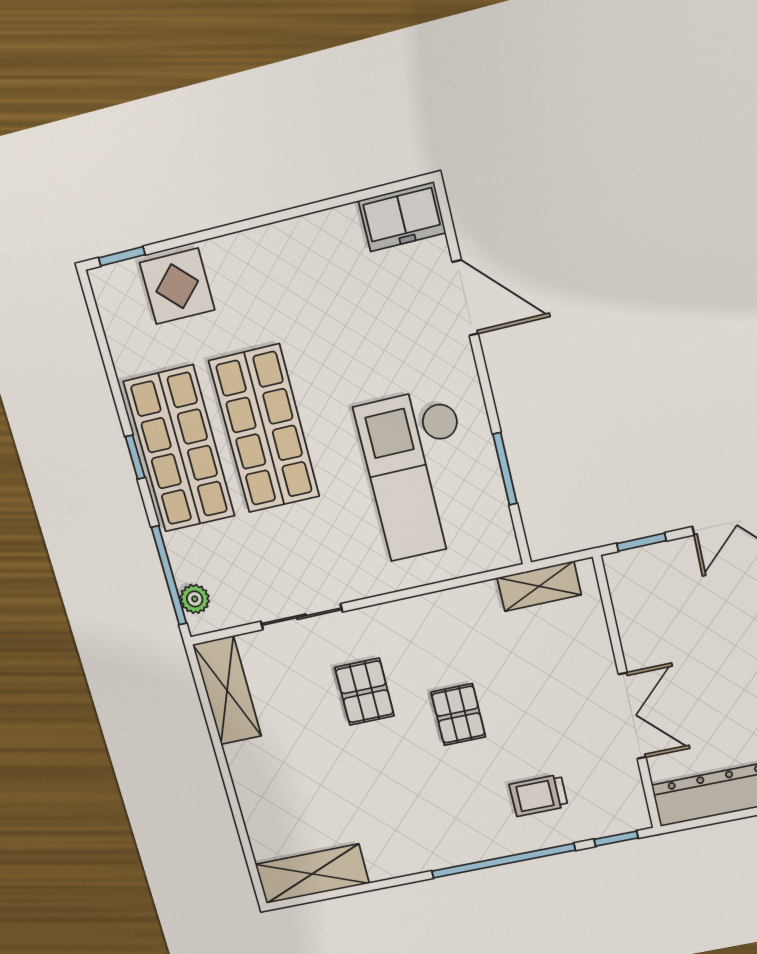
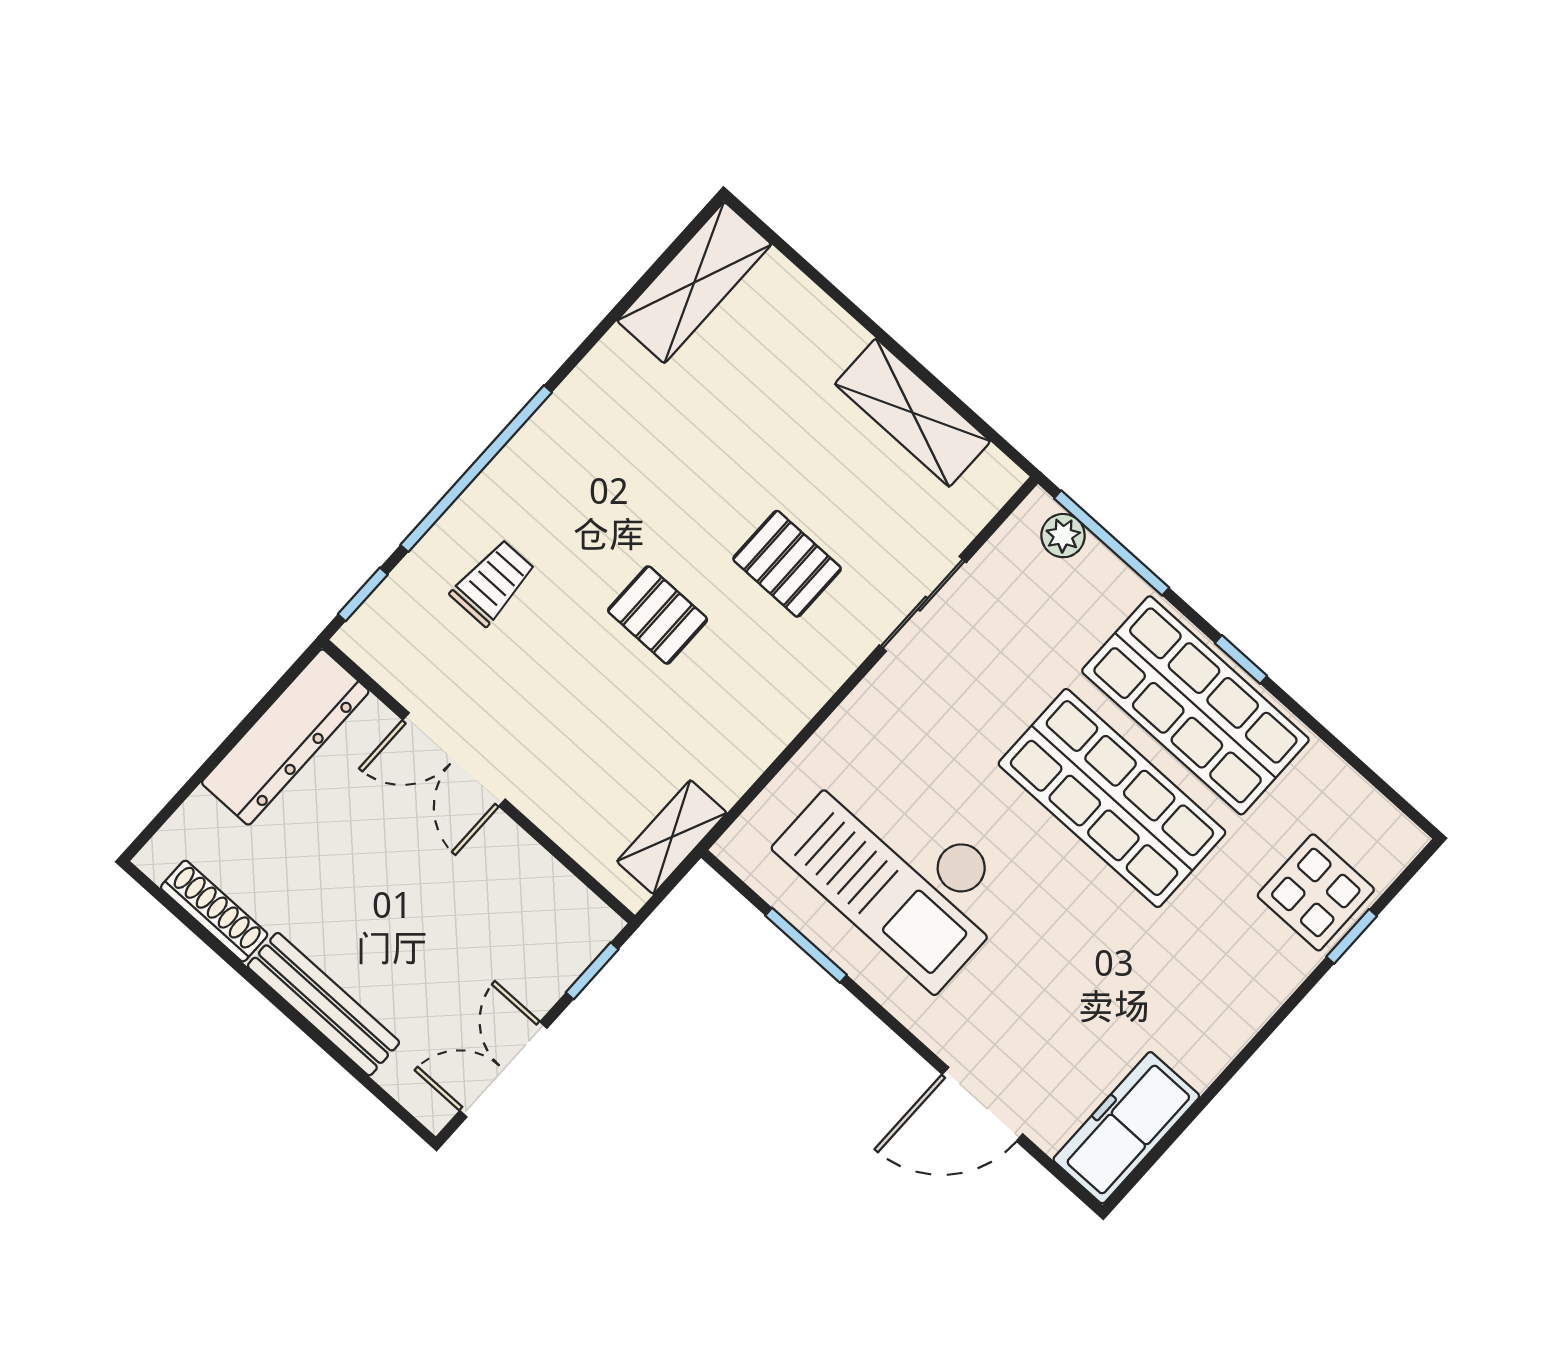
freezer: (402, 217) -> (1126, 1128), width x1.40
window: (122, 256) -> (1352, 936), moved
checkout: (420, 474) -> (899, 871), turned 180
shelving: (227, 690) -> (913, 413), moved

